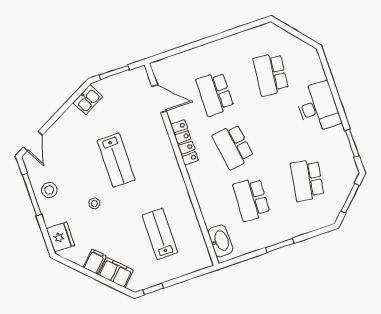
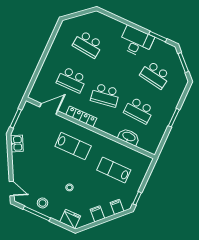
desk: (318, 107) -> (136, 42), moved
lab bench: (116, 160) -> (73, 146), moved
washbasin: (220, 241) -> (129, 137), moved
filing cabinet: (116, 273) -> (117, 207), width x0.50

